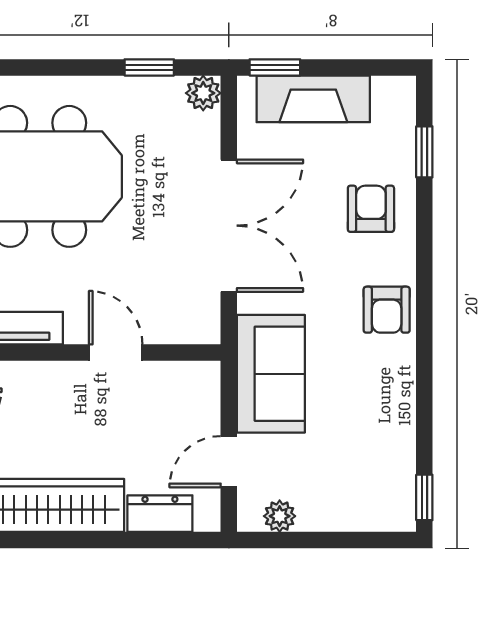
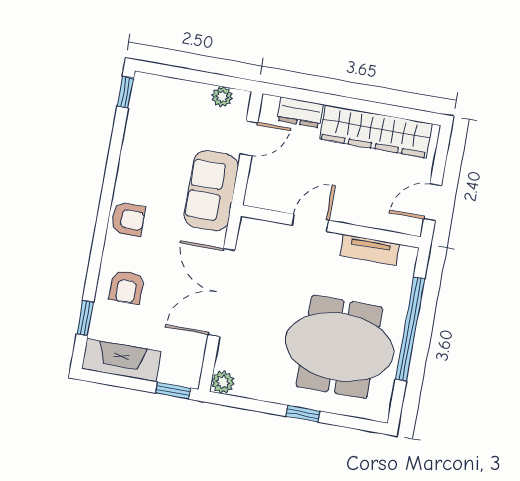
window: (149, 67) -> (303, 414), moved
fireplace: (313, 99) -> (121, 360), moved
armchair: (387, 310) -> (128, 219), turned 90
door: (116, 353) -> (310, 223), swing flipped

